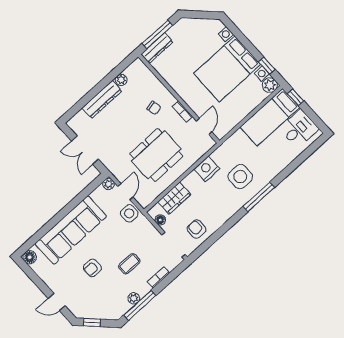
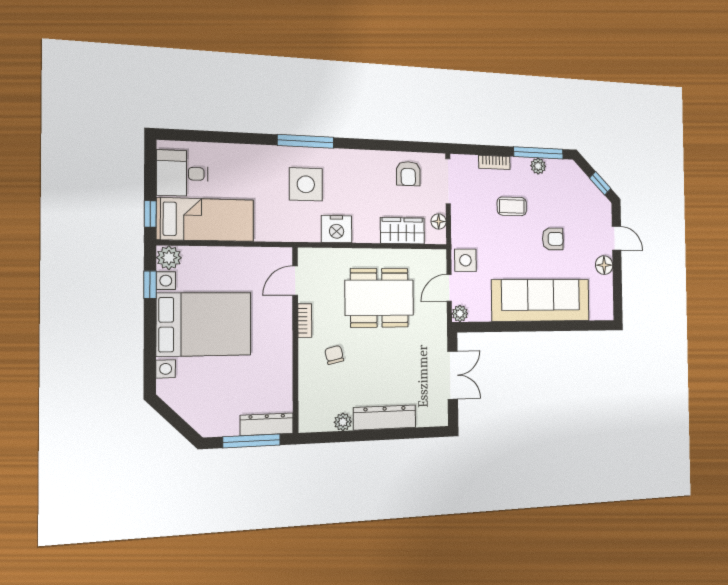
floor lamp: (30, 257) -> (604, 265), moved

